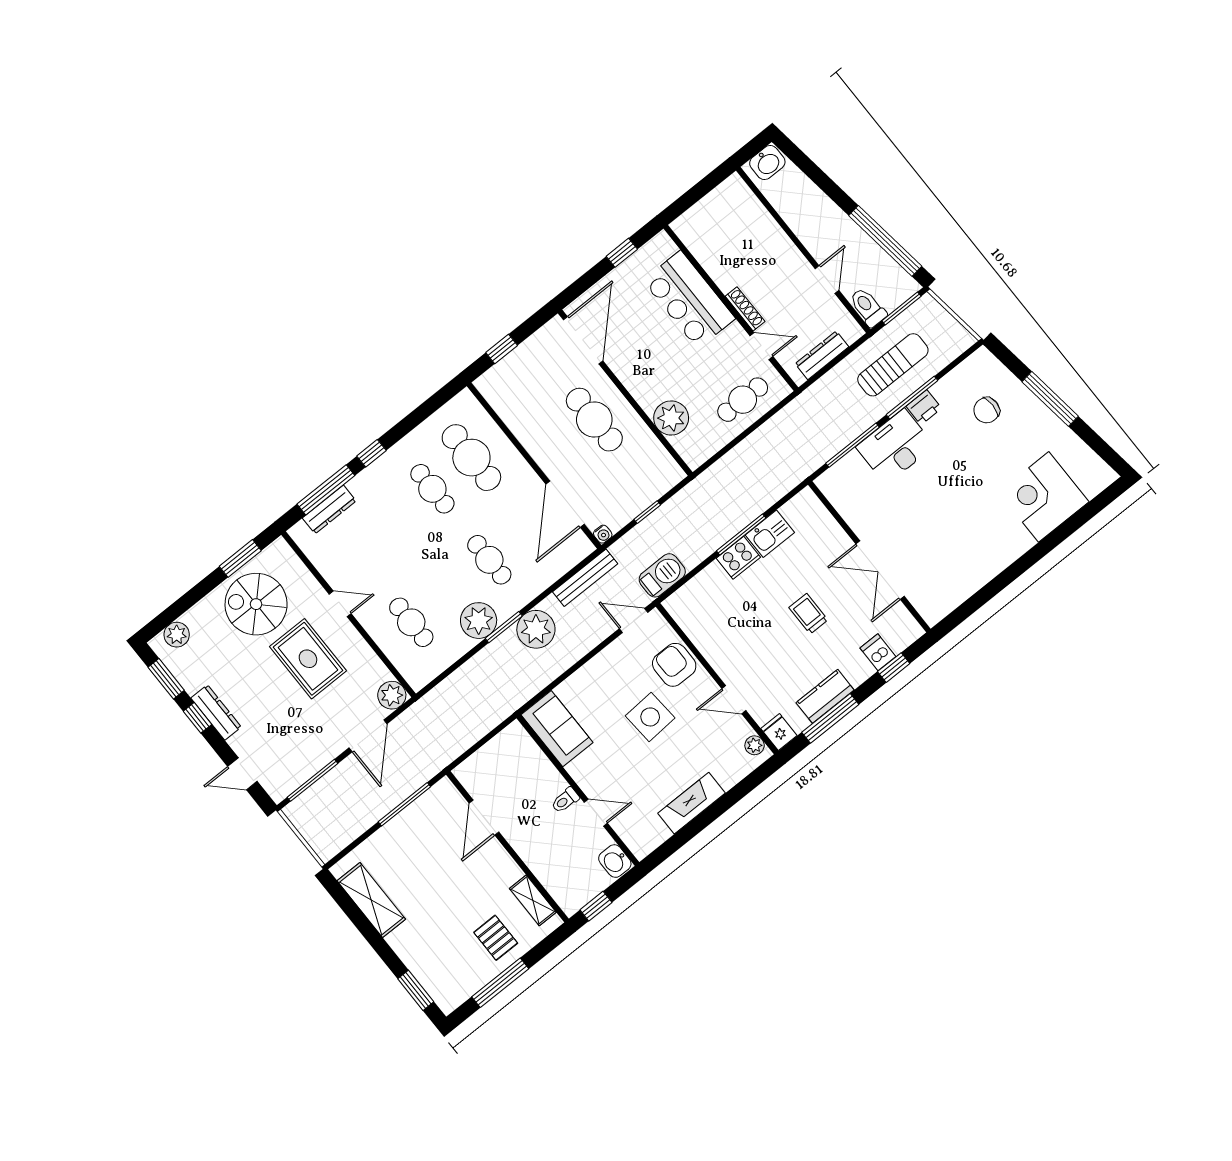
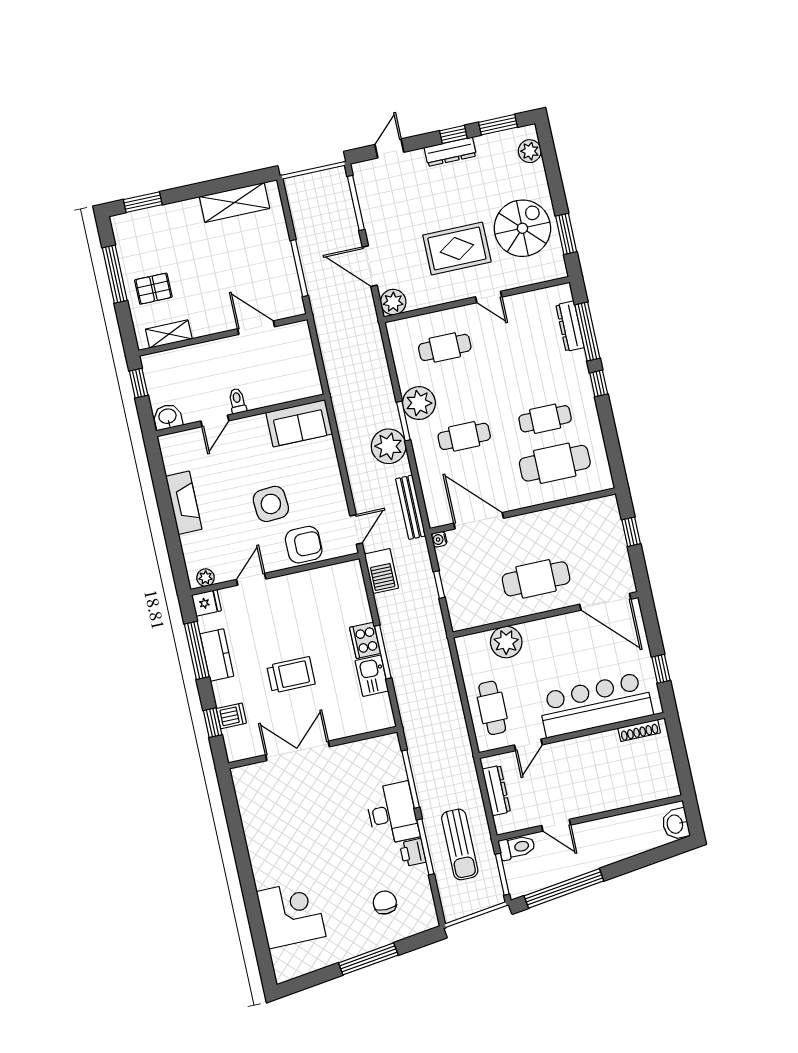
bar counter: (689, 300) -> (595, 705), width x1.36
shoe rack: (745, 309) -> (639, 730), moved
door: (340, 604) -> (489, 297), hinge flipped
trolley: (808, 614) -> (291, 675), width x1.36, depth x1.39

